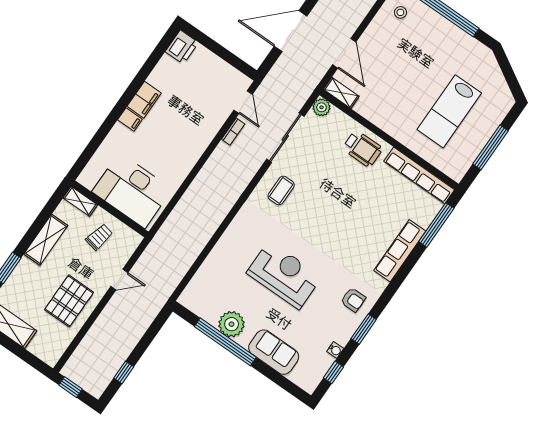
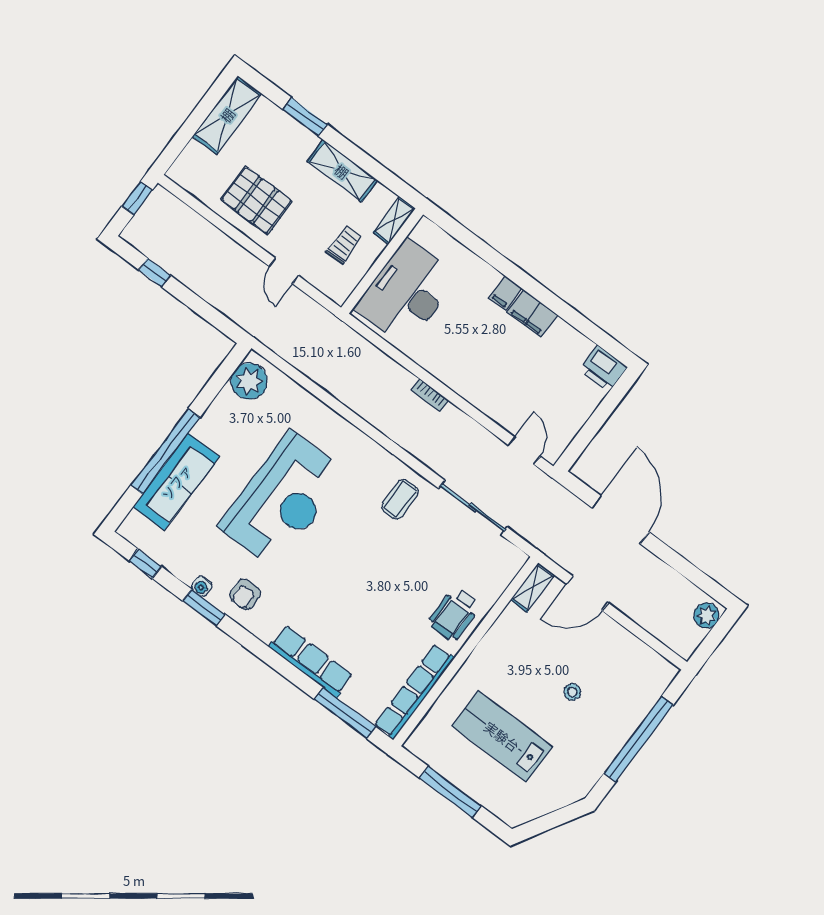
stool: (400, 12) -> (572, 692), moved
door: (243, 102) -> (524, 451), swing flipped
plant: (322, 107) -> (513, 559), removed
bookcase: (233, 132) -> (430, 395), moved
coffee table: (281, 190) -> (400, 499), turned 90
trolley: (99, 237) -> (344, 245), turned -102
reception desk: (284, 275) -> (283, 500), width x1.36, depth x1.30
plant: (232, 324) -> (249, 381), moved
window: (225, 342) -> (165, 451), moved
water cooler: (335, 350) -> (202, 586), moved
sofa: (274, 352) -> (176, 482), width x1.36

